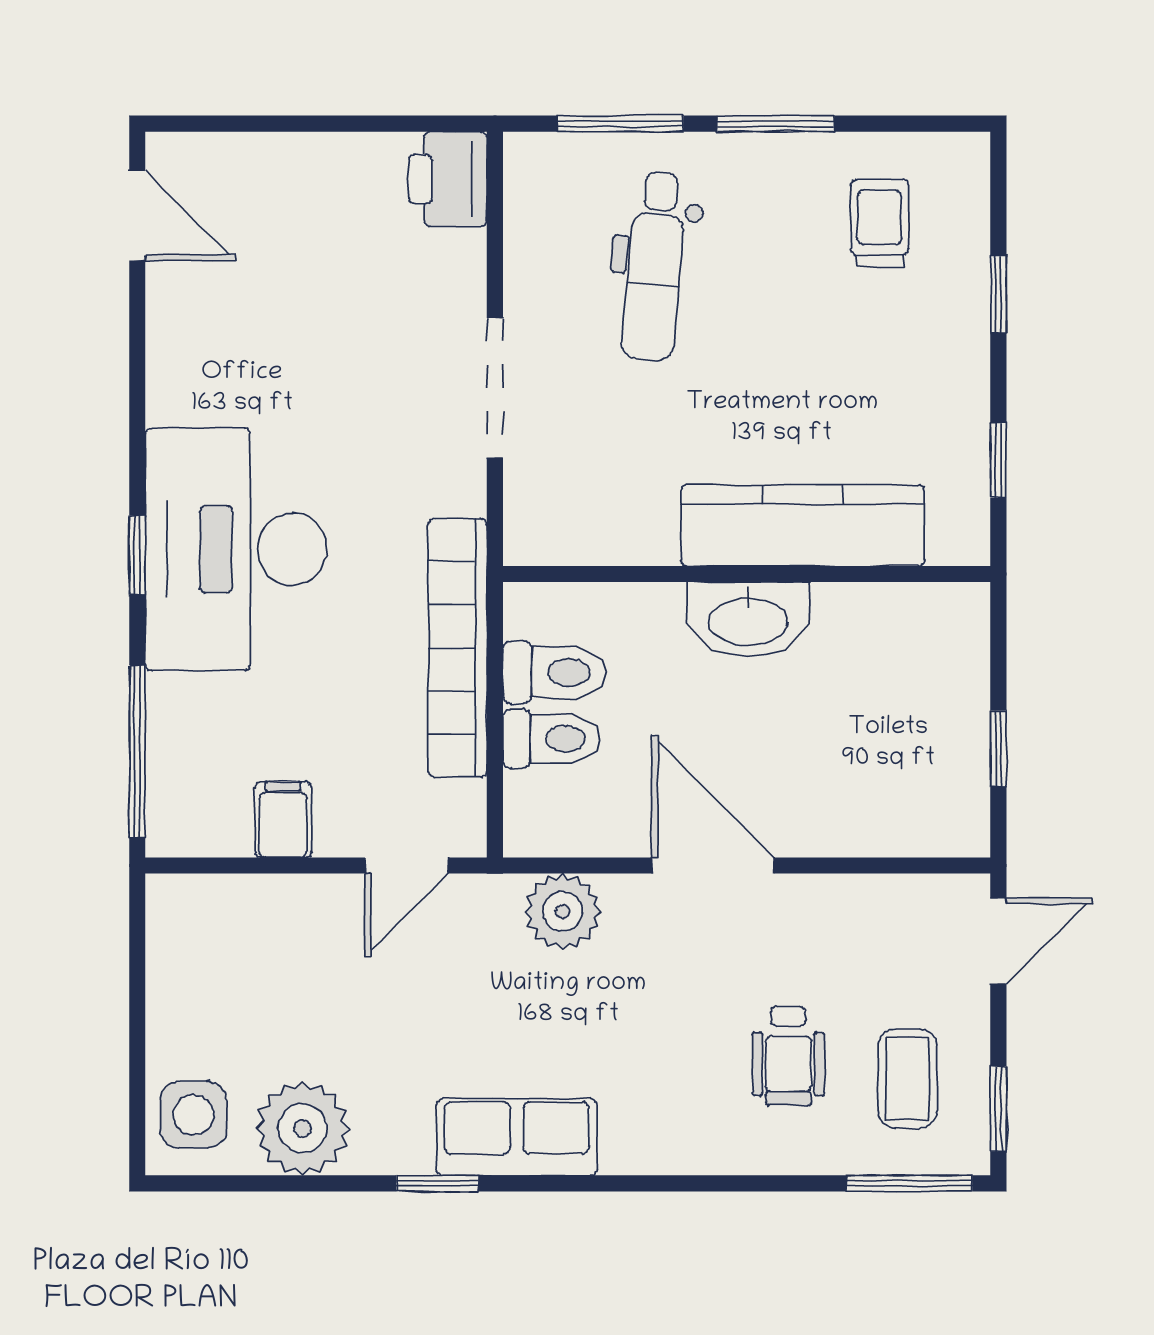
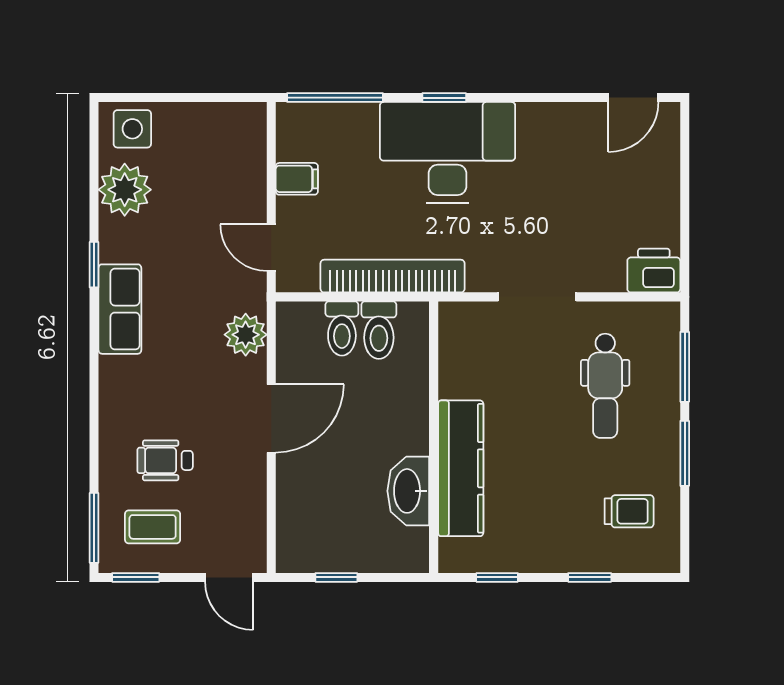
dental chair: (655, 266) -> (605, 386), turned -95
washbasin: (748, 620) -> (408, 491), moved

